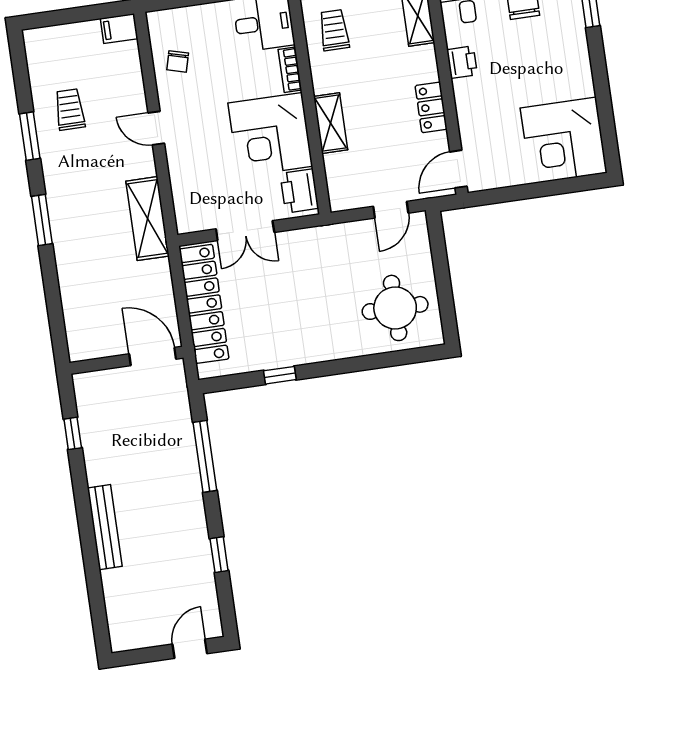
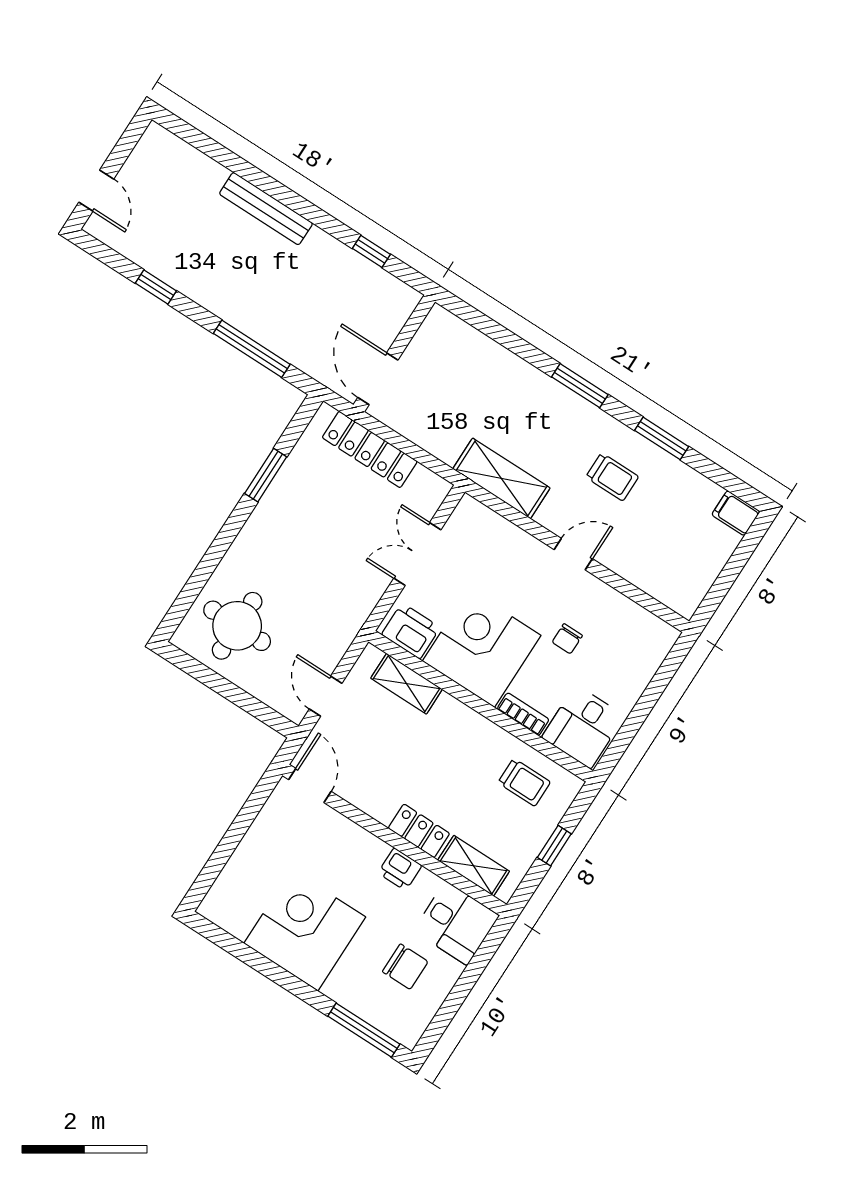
filing cabinet: (119, 29) -> (736, 513), moved, turned -90
chair: (178, 61) -> (567, 639), moved, turned -105
locker: (431, 107) -> (419, 831), moved
trolley: (70, 110) -> (612, 477), moved
shelving: (331, 123) -> (407, 684), moved
corner desk: (564, 140) -> (305, 930), moved
locker: (204, 304) -> (370, 449), width x0.71, depth x0.83
door: (153, 356) -> (378, 379), swing flipped
window: (280, 375) -> (266, 475), width x1.50

